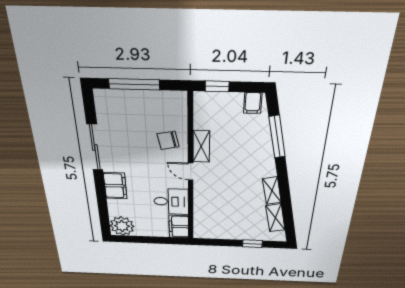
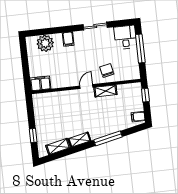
window: (277, 137) -> (108, 138), moved
sliding door: (95, 148) -> (95, 26), width x0.73
filing cabinet: (115, 186) -> (68, 39), width x0.50
desk: (171, 202) -> (125, 37), moved, turned 180
plant: (122, 226) -> (45, 43), moved

